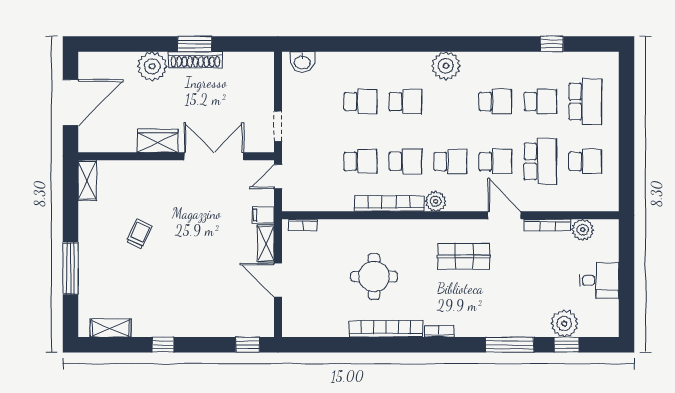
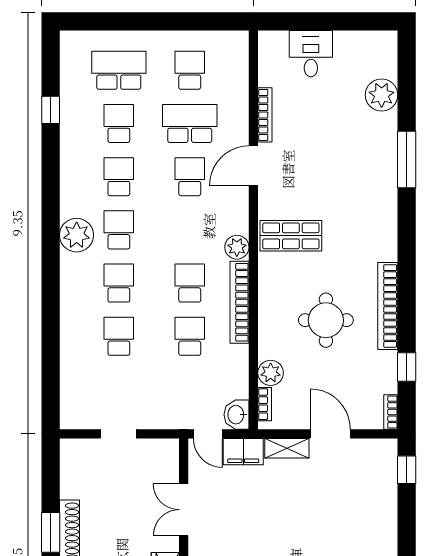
washbasin: (302, 62) -> (237, 415), moved, turned 180
doorway: (278, 126) -> (118, 434), moved
double door: (214, 156) -> (184, 510), width x0.73
school desk: (450, 161) -> (119, 230), moved
filing cabinet: (263, 215) -> (243, 452), width x2.00
plant: (583, 230) -> (271, 373), moved
shop shelf: (464, 256) -> (291, 236), moved, turned 90
door: (278, 280) -> (330, 434), swing flipped
desk: (599, 280) -> (311, 54), moved
bookcase: (439, 331) -> (391, 412), moved
window: (567, 345) -> (407, 367), moved

